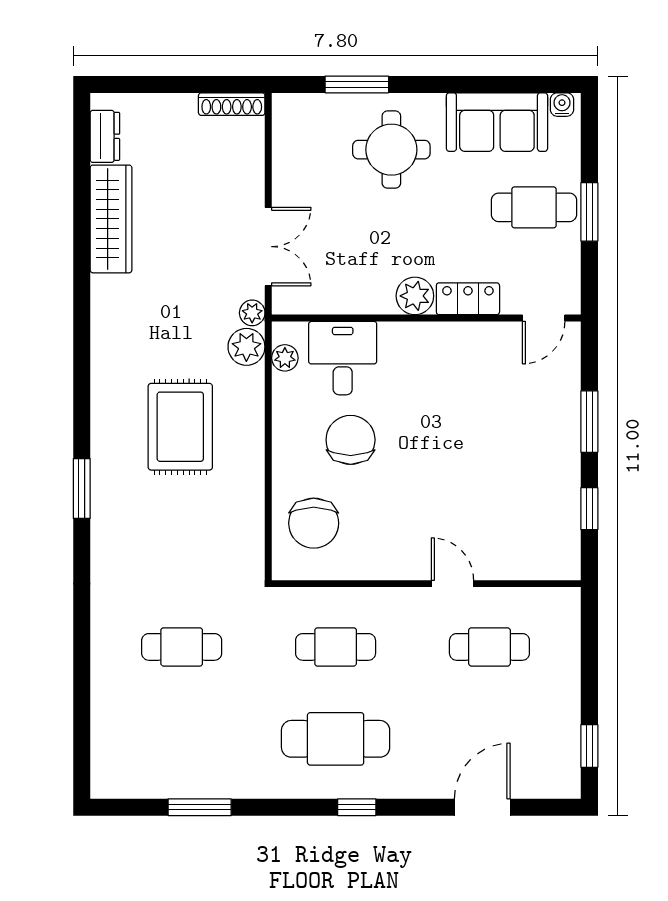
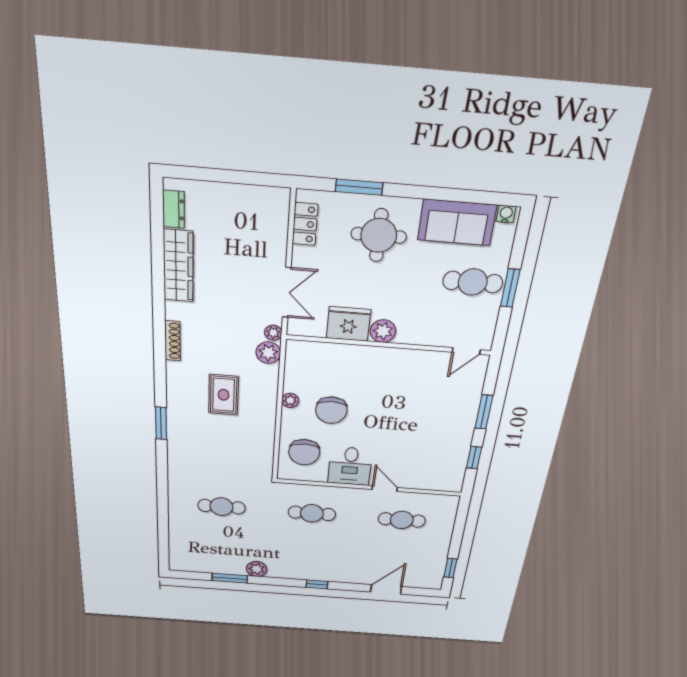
shoe rack: (232, 104) -> (172, 341), moved, turned -90
fridge: (363, 289) -> (348, 324), added
locker: (468, 299) -> (305, 224), moved, turned 90
plant: (285, 358) -> (290, 400), moved
desk: (343, 358) -> (350, 466), moved, turned 180
rug: (180, 427) -> (224, 395), width x0.73, depth x0.70
chair: (351, 440) -> (331, 410), turned 180
cafe table: (336, 739) -> (308, 555), removed
plant: (247, 781) -> (257, 569), added

